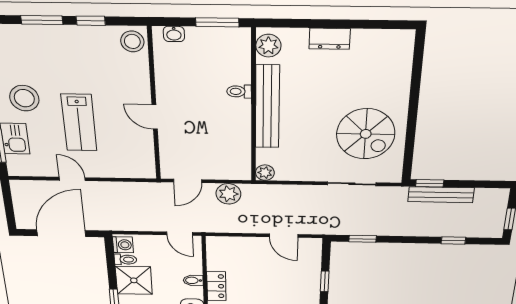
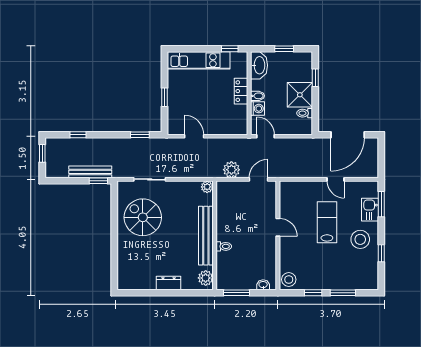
washing machine: (123, 245) -> (257, 109), moved, turned 180

